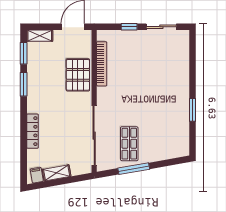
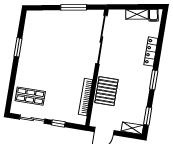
window: (24, 84) -> (154, 80), moved
shop shelf: (129, 144) -> (30, 96), moved, turned 90

